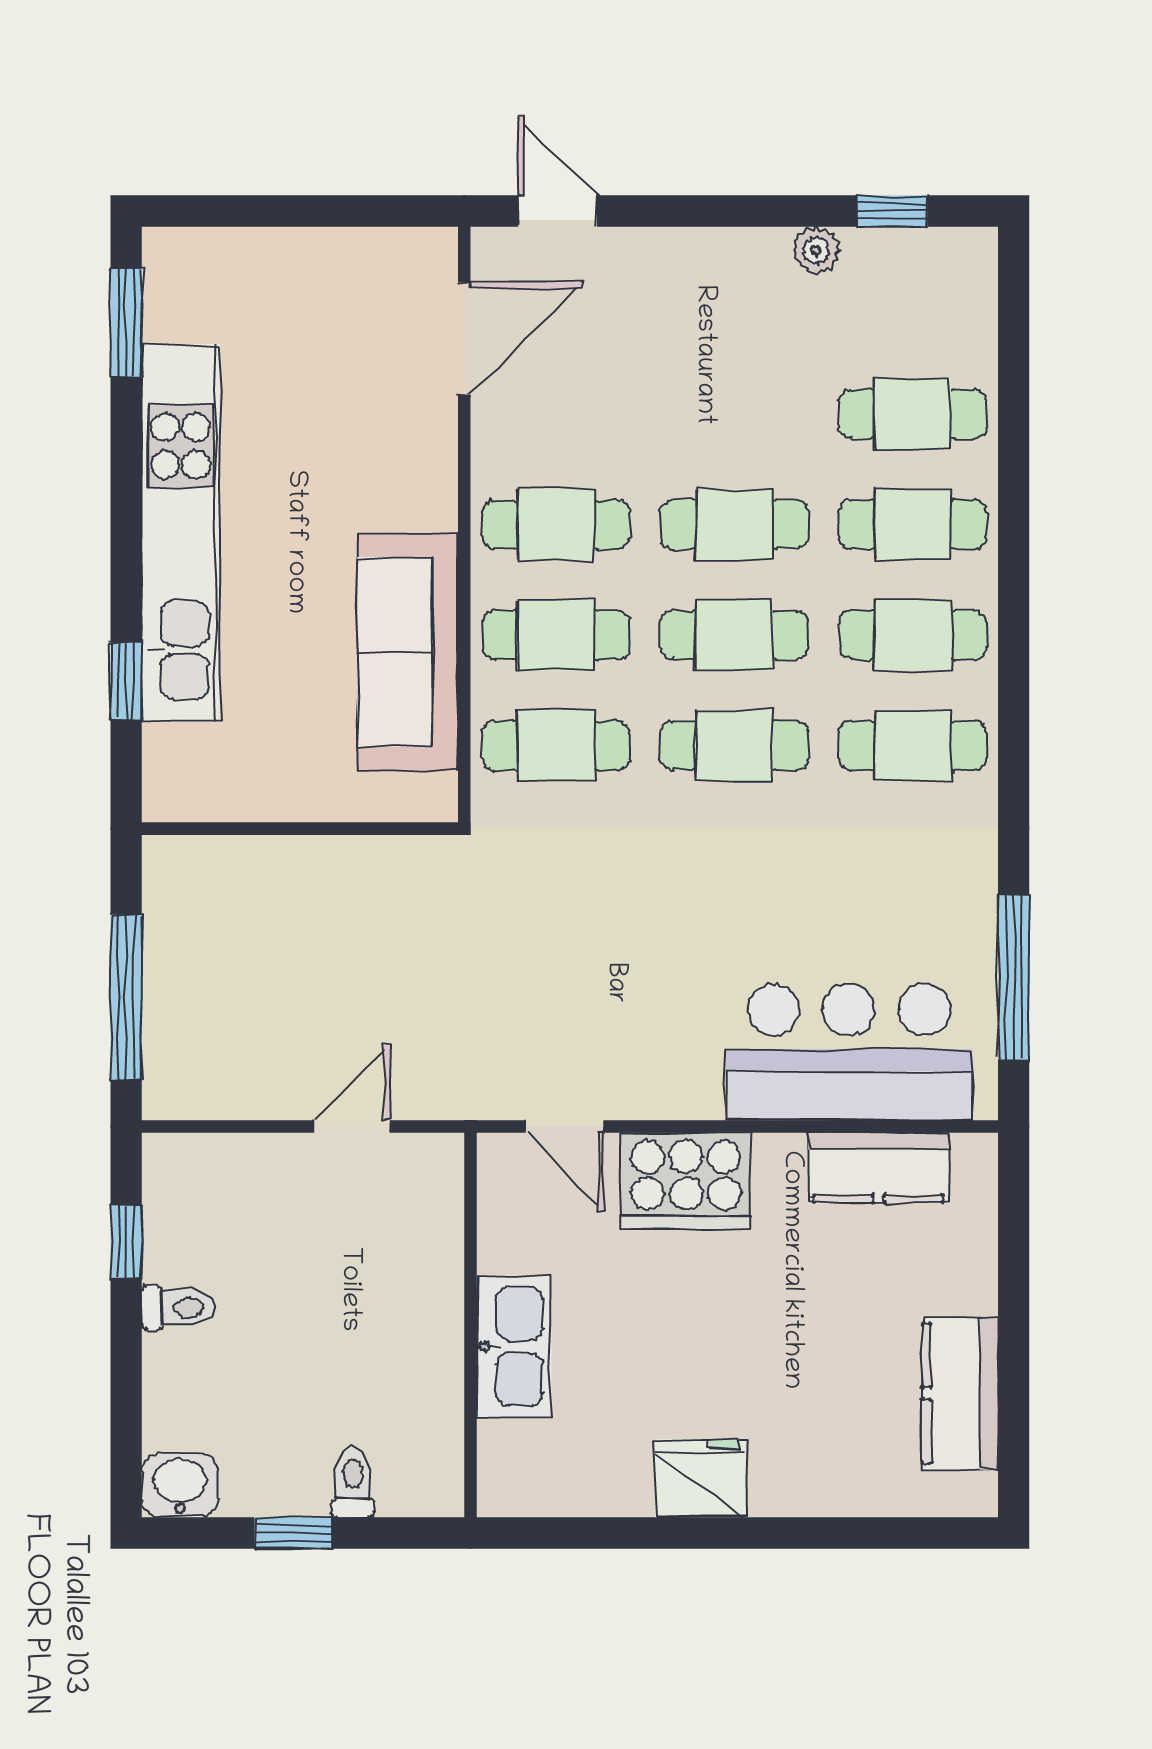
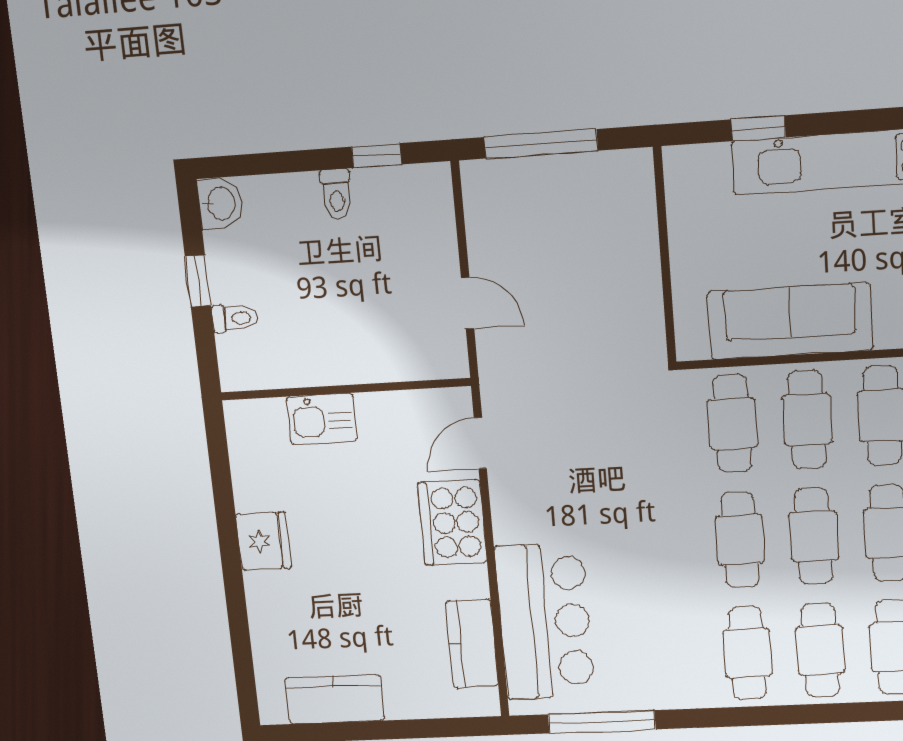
kitchen sink: (514, 1346) -> (322, 419), width x0.73

